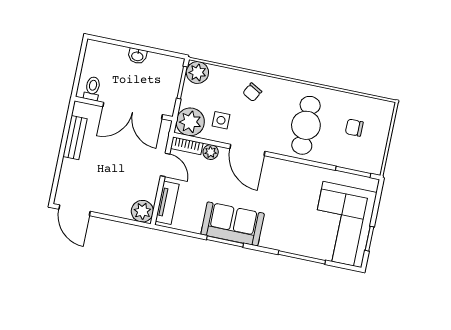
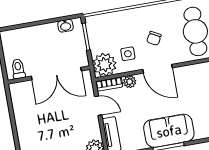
washbasin: (137, 56) -> (65, 26), moved
plant: (197, 72) -> (95, 24), removed
chair: (252, 92) -> (154, 38), moved
bench: (75, 138) -> (20, 112), removed

